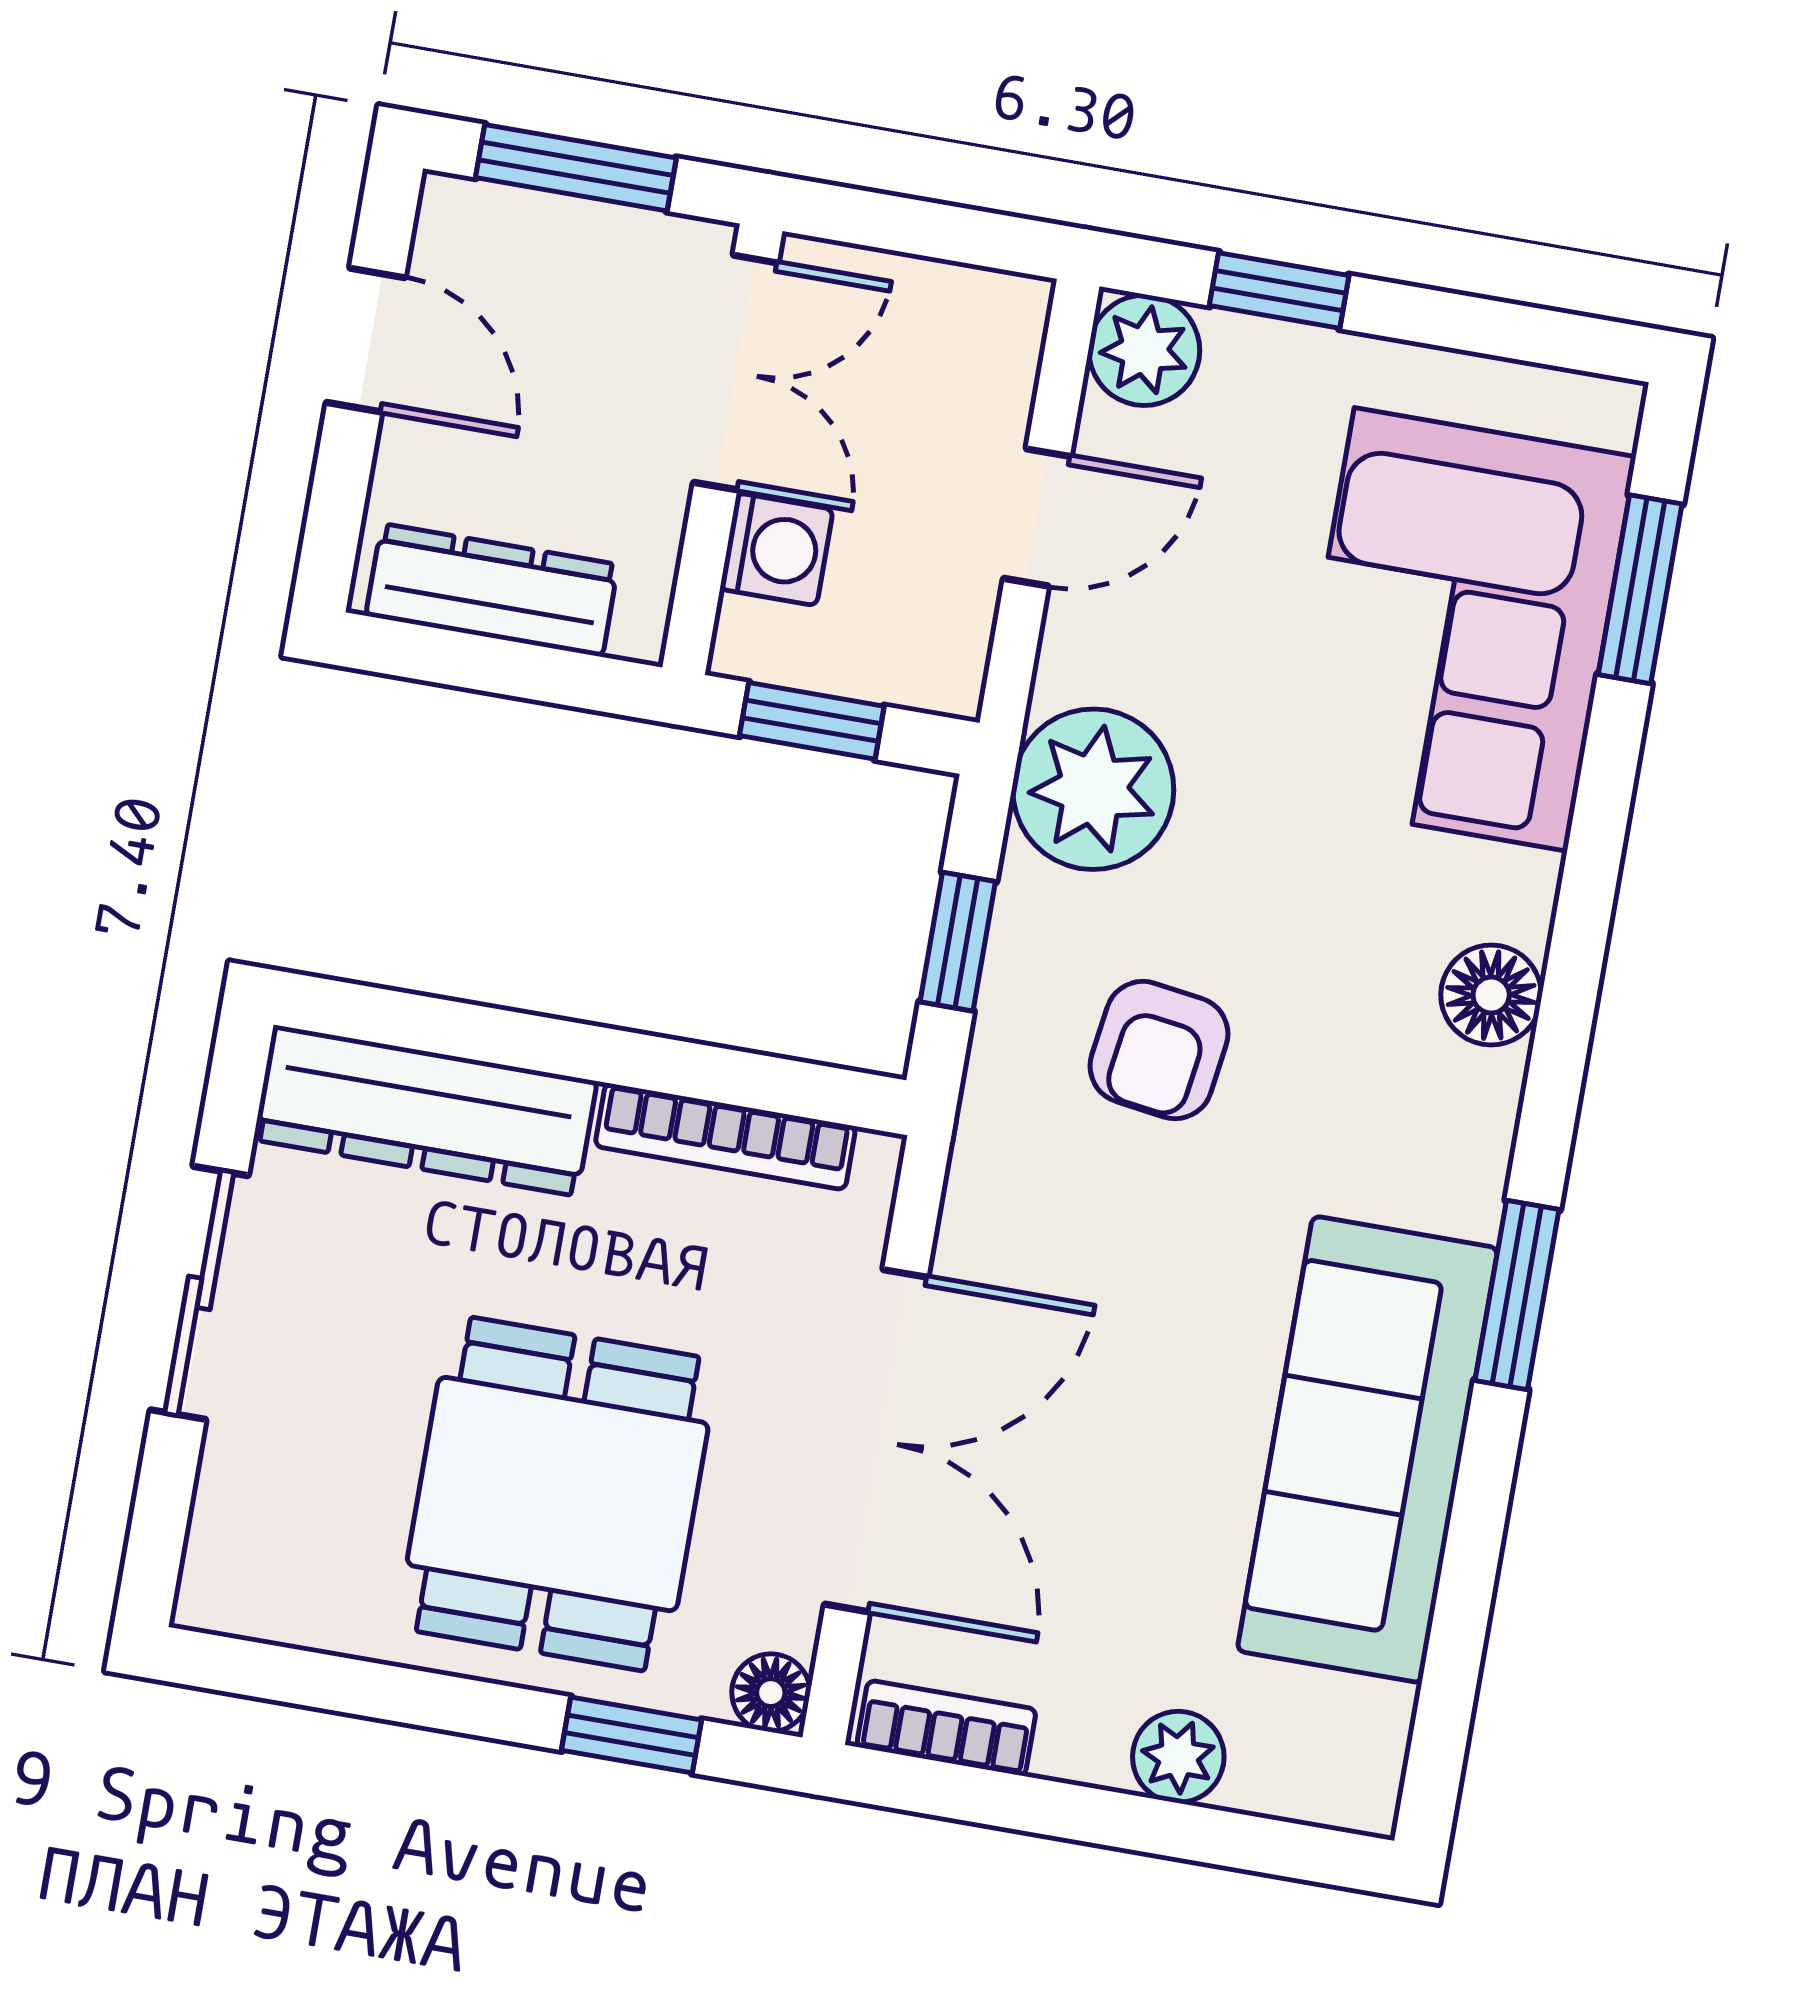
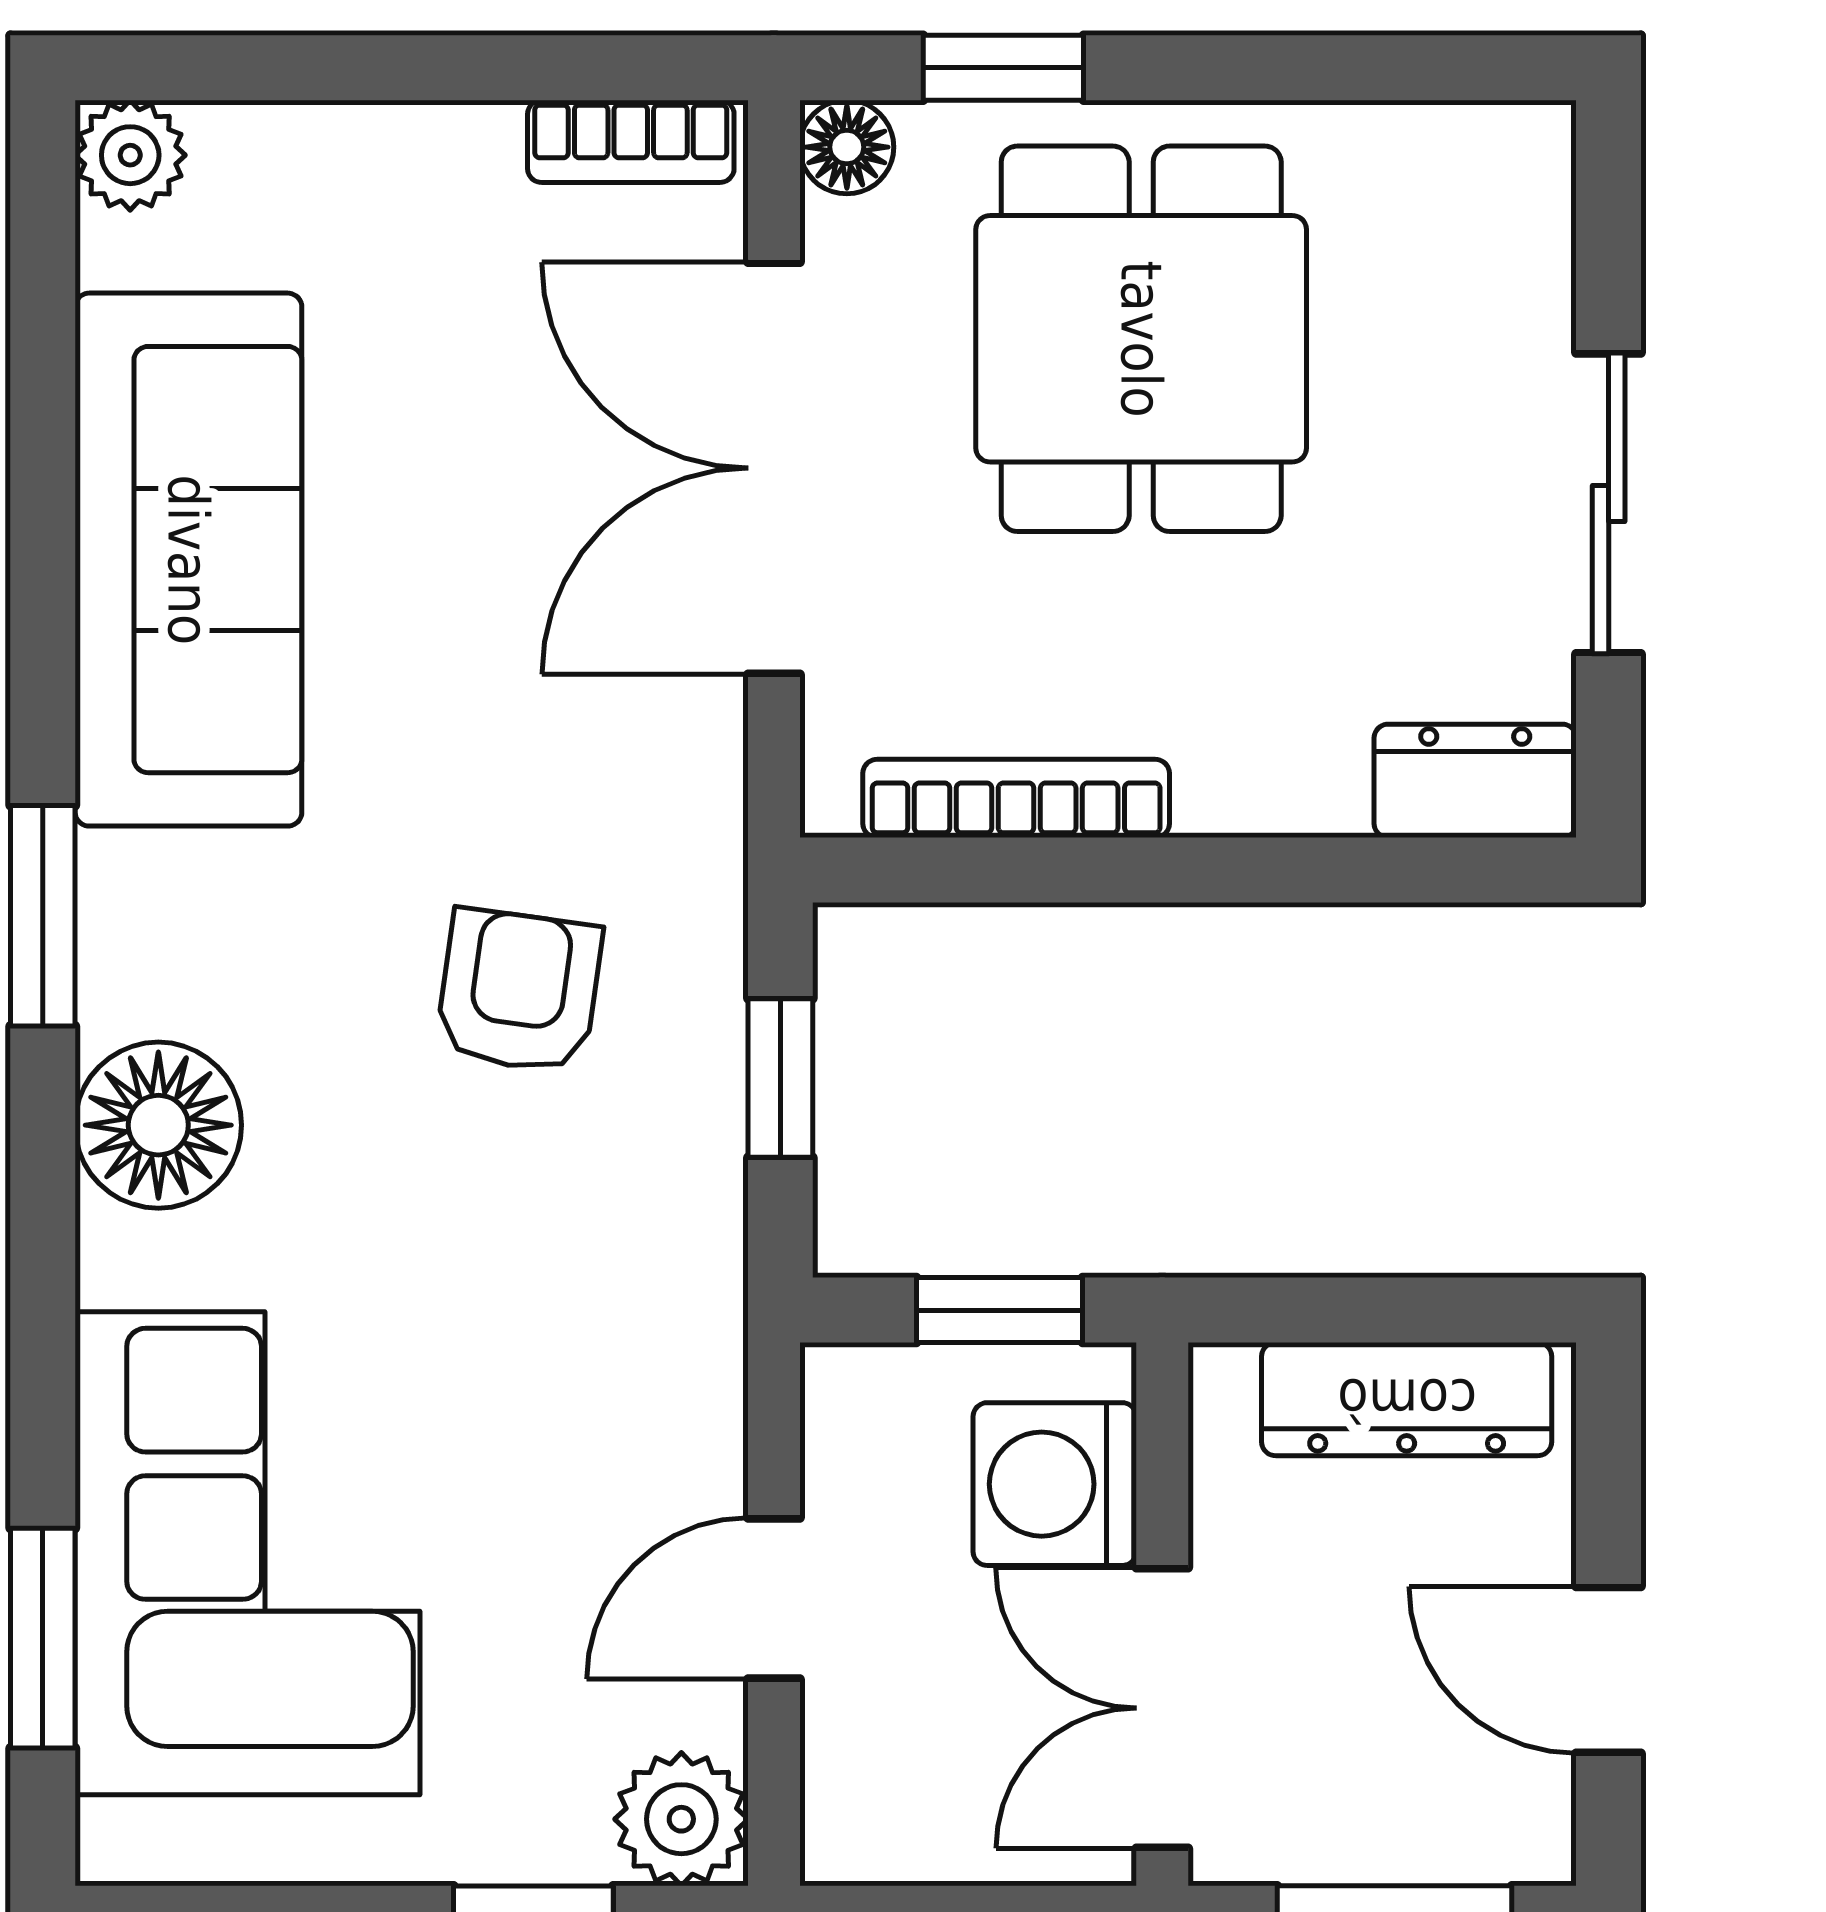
washing machine: (776, 549) -> (1055, 1484), width x1.38, depth x1.38
plant: (1093, 789) -> (651, 1287), removed
floor lamp: (1491, 995) -> (158, 1125), width x1.38, depth x1.38
dresser: (425, 1110) -> (1475, 781), width x0.51, depth x0.80
window: (1517, 1295) -> (43, 916), moved
plant: (1178, 1757) -> (130, 155), moved

